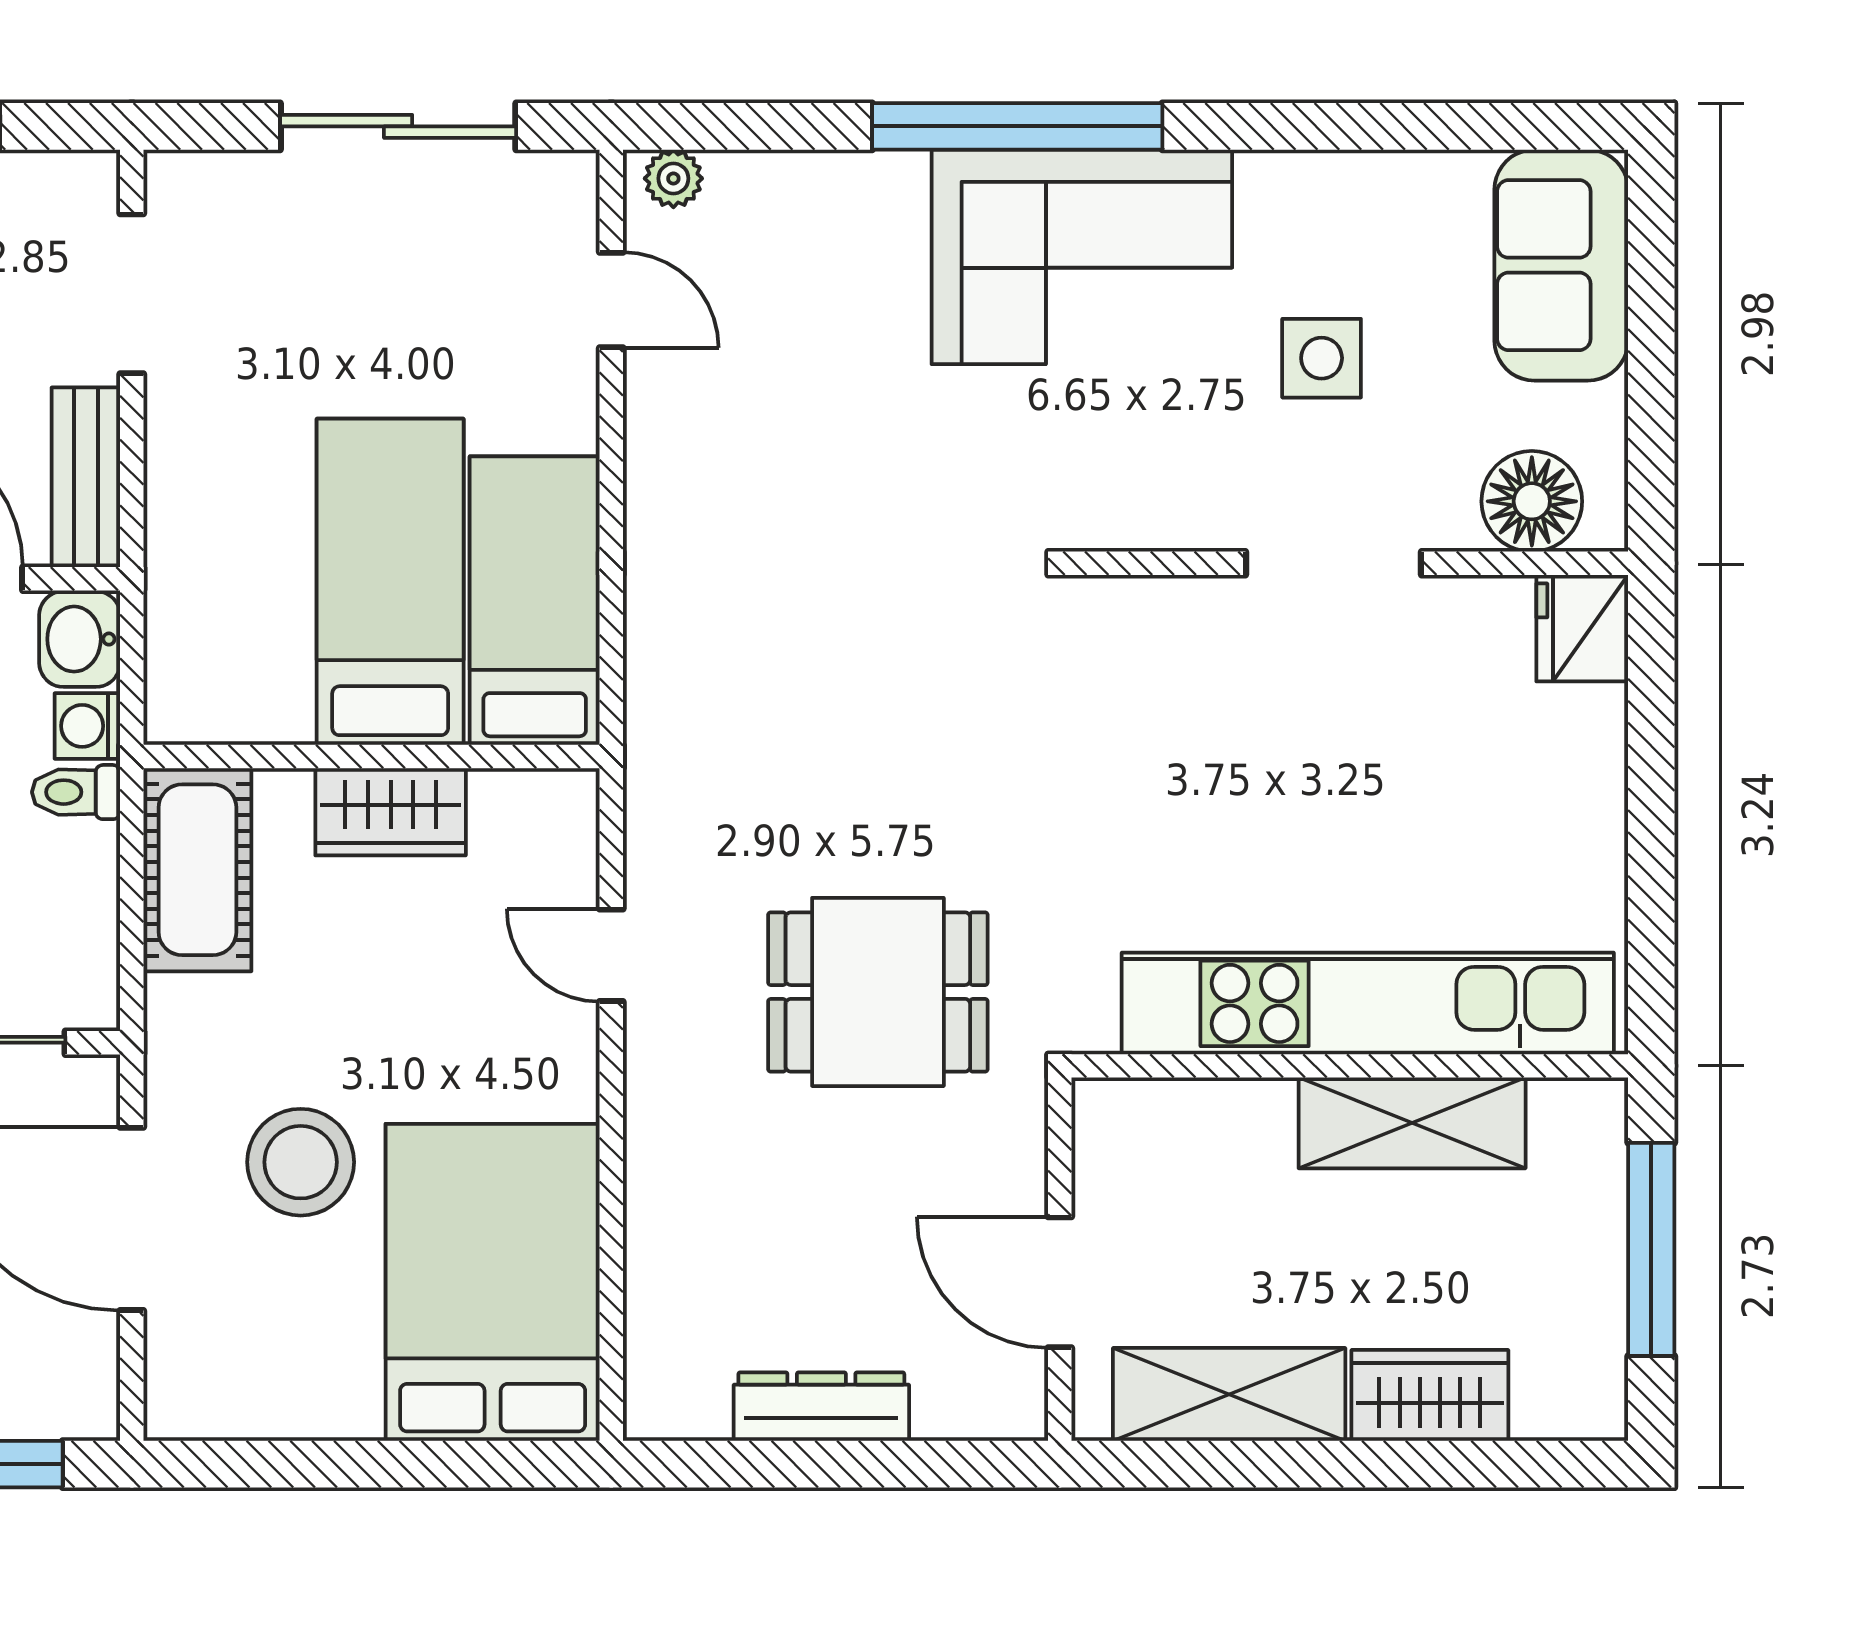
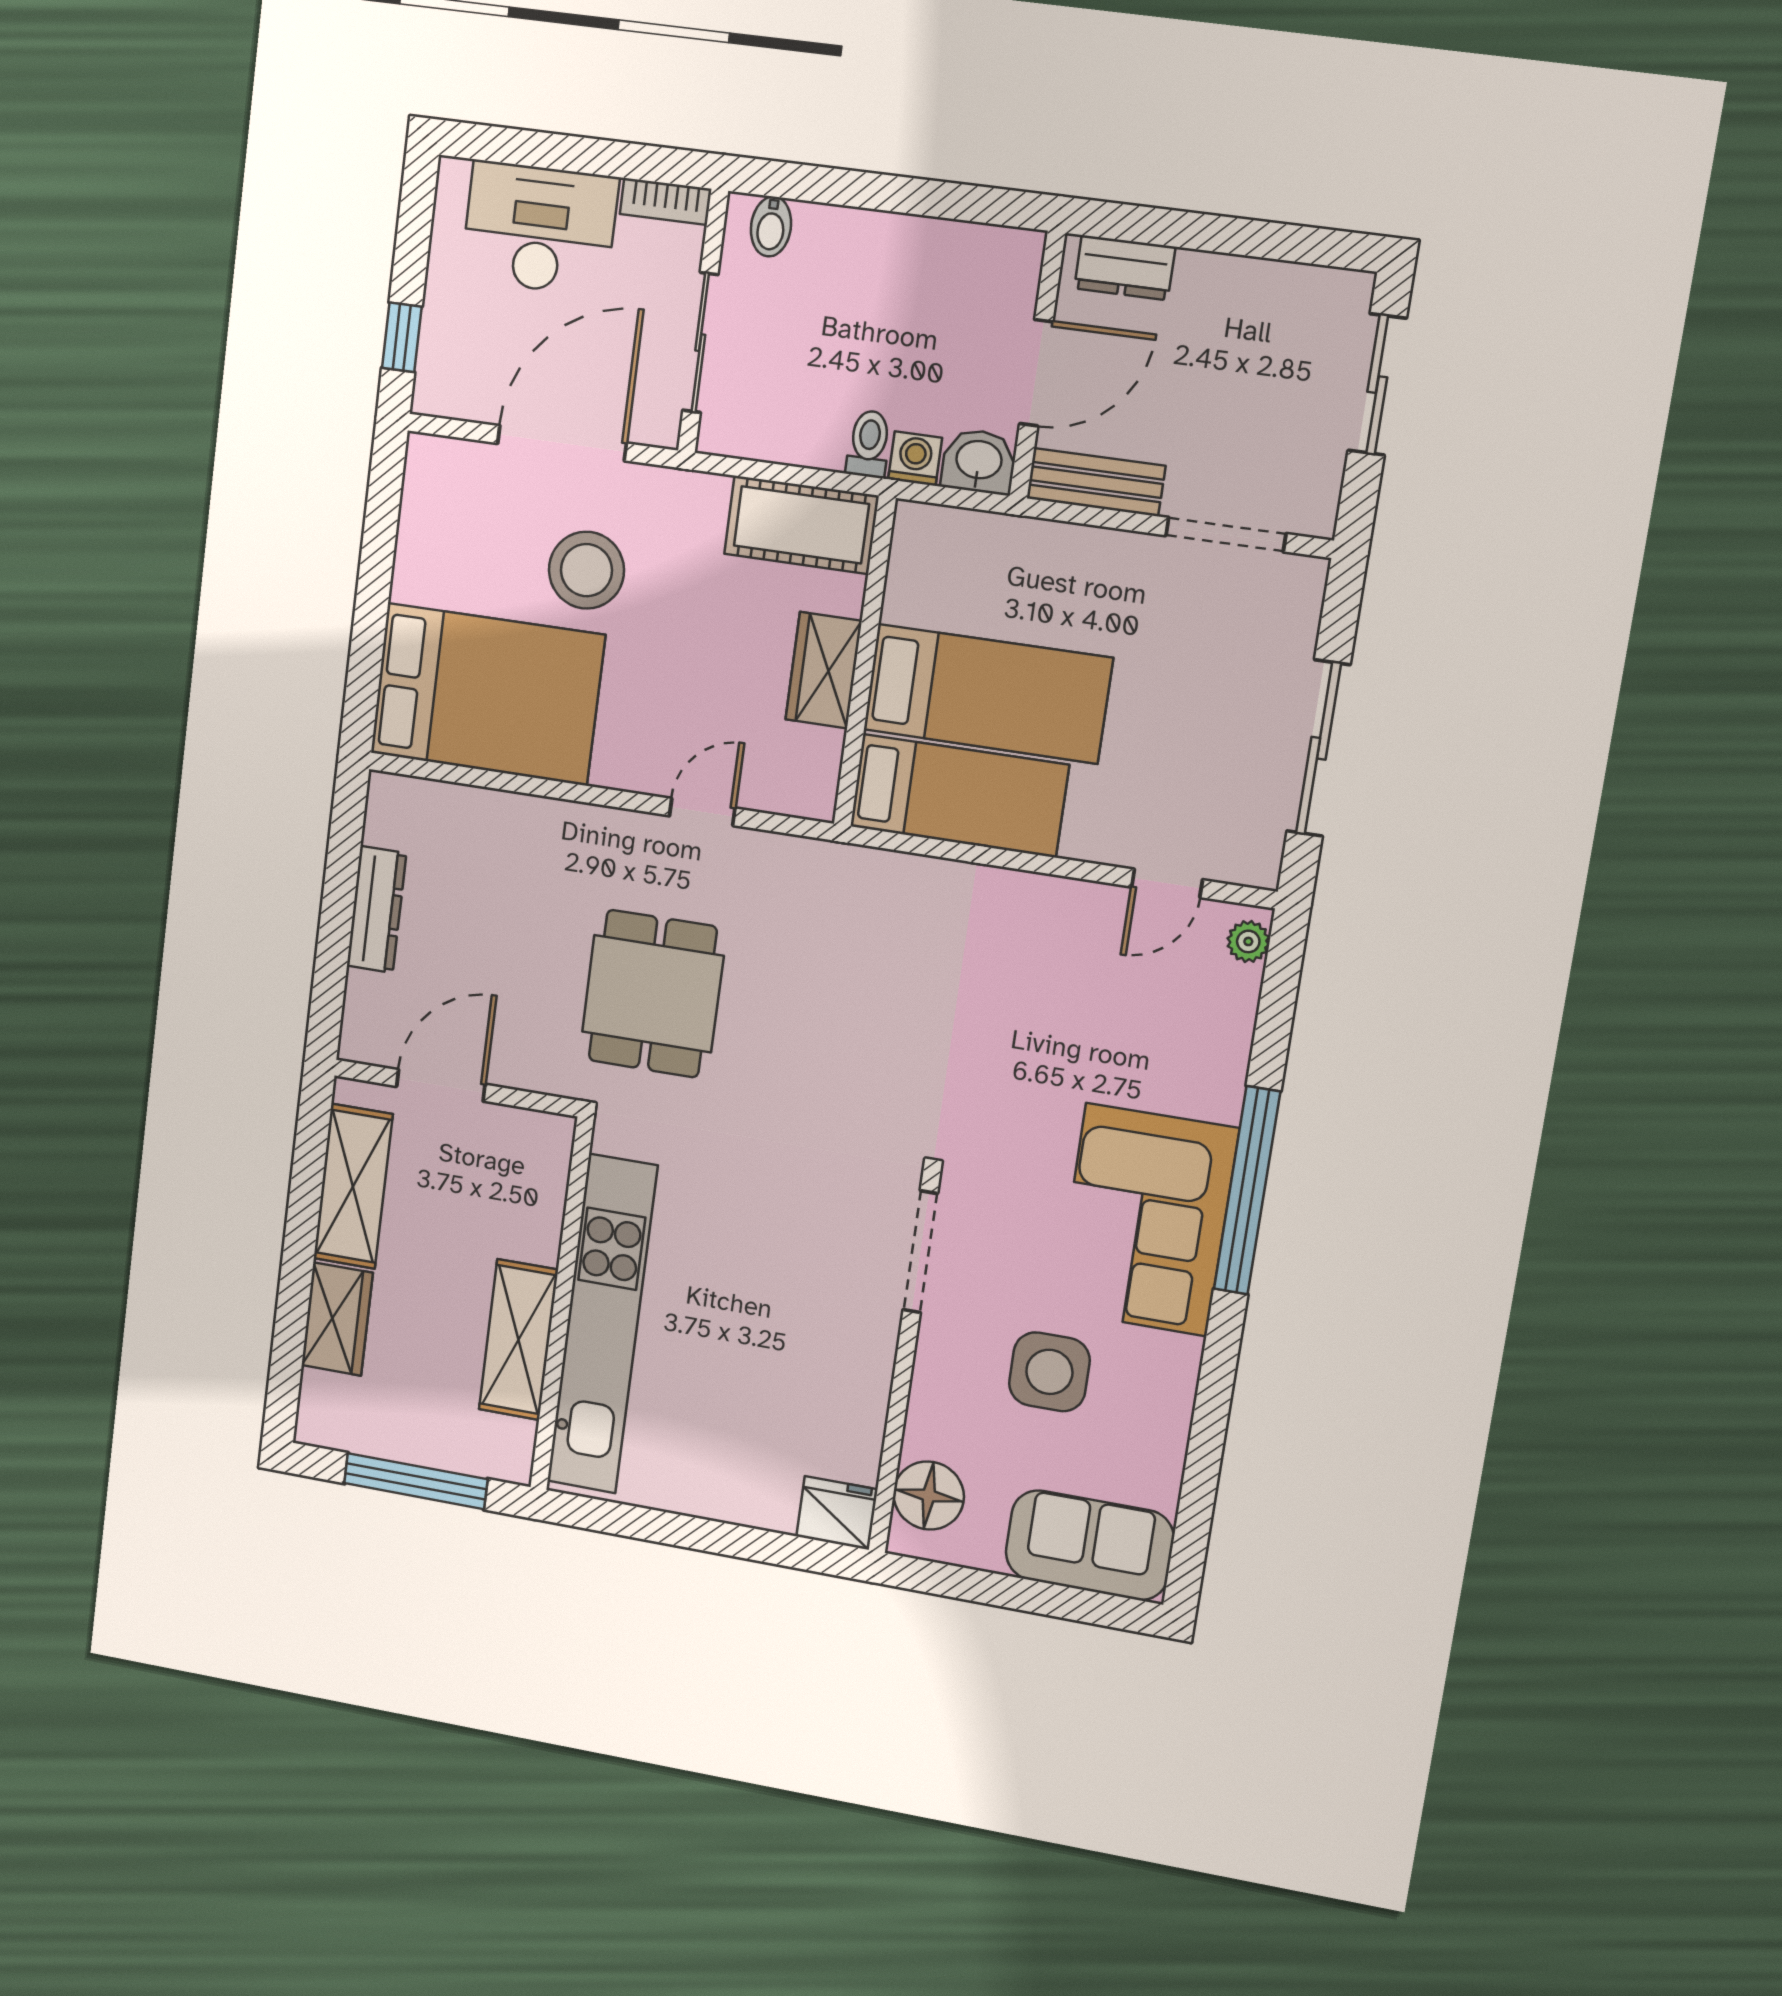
side table: (1322, 358) -> (1049, 1372), width x1.37, depth x1.37
doorway: (1333, 563) -> (920, 1252), moved

